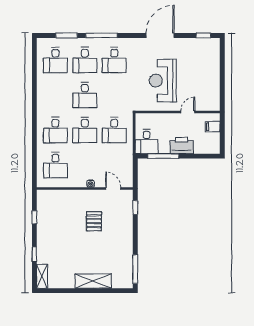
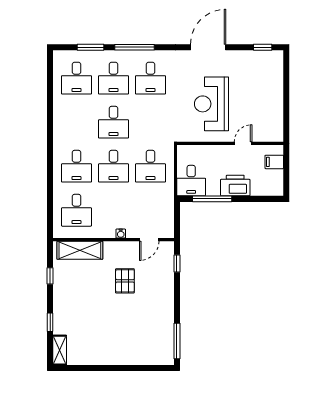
door: (113, 189) -> (149, 240), swing flipped
shelving: (93, 281) -> (80, 250), moved

